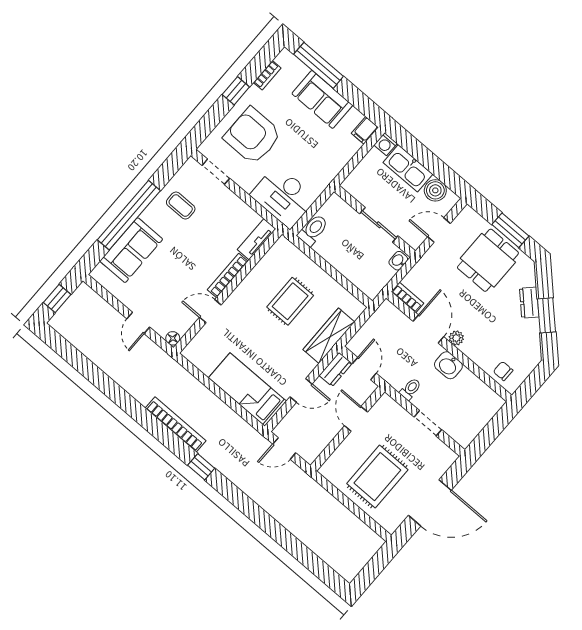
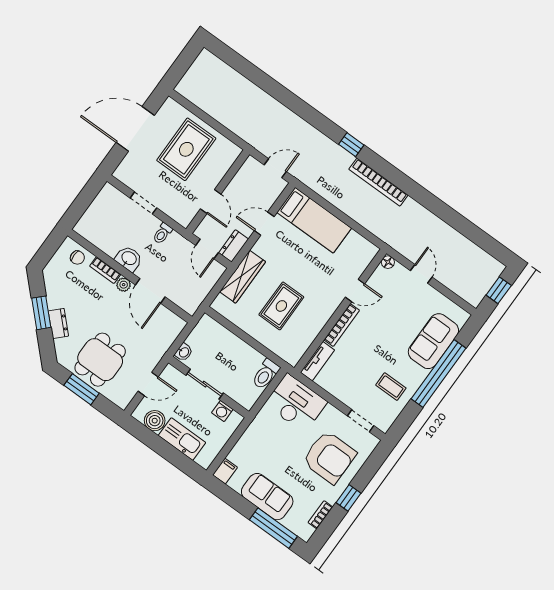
washing machine: (385, 144) -> (222, 411), moved, turned 180
bookcase: (408, 297) -> (105, 270), moved

